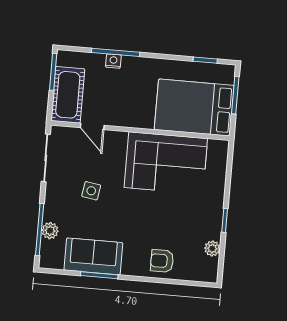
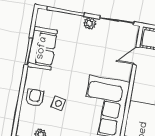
side table: (91, 191) -> (58, 103), moved
plant: (50, 231) -> (90, 23), moved

